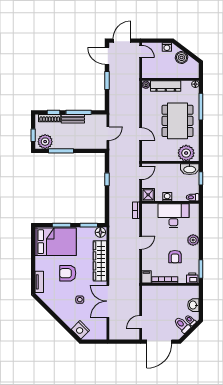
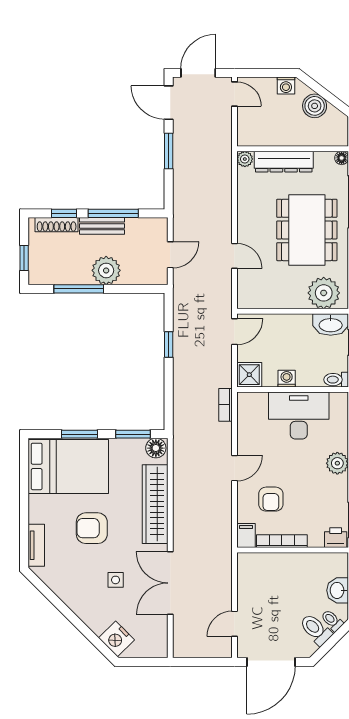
plant: (45, 142) -> (106, 270), moved
armchair: (175, 257) -> (271, 499), moved

